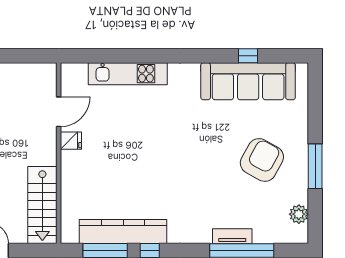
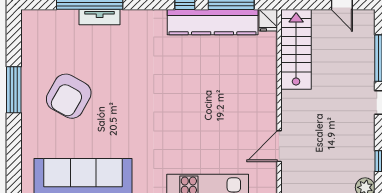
fridge: (71, 141) -> (268, 20), moved, turned -90
plant: (299, 214) -> (31, 40), removed

